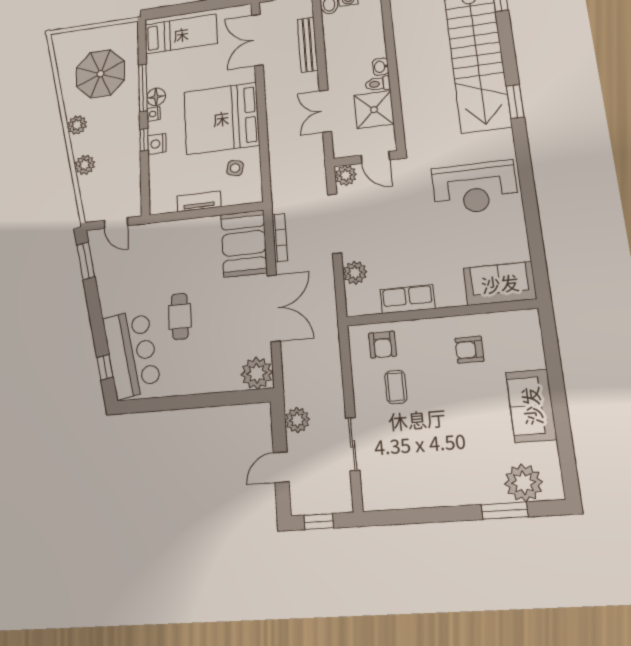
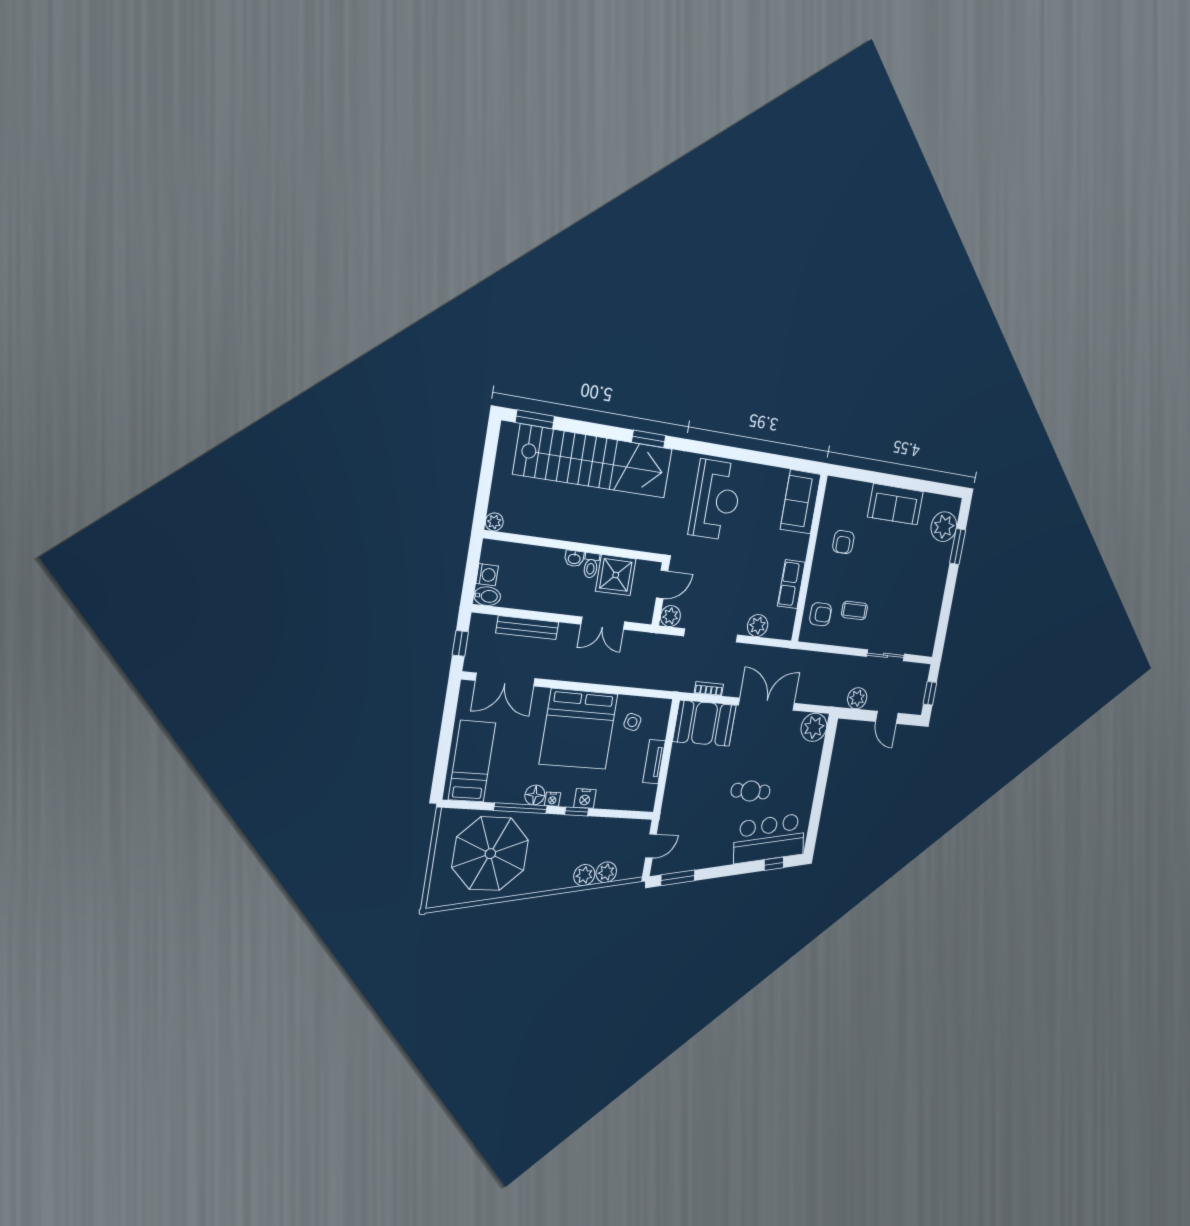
parasol: (100, 74) -> (490, 854), width x1.36, depth x1.36
plant: (77, 125) -> (606, 872), moved
bookcase: (280, 238) -> (709, 689), width x0.64

